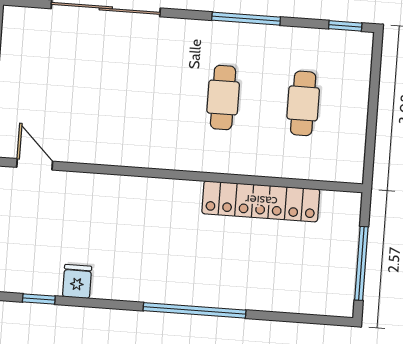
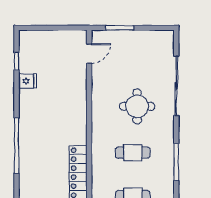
round table: (138, 83) -> (137, 106), added

